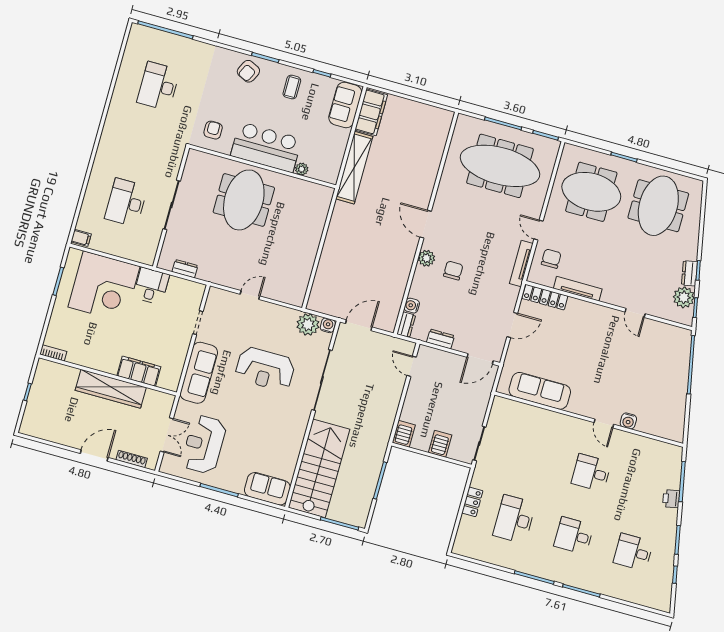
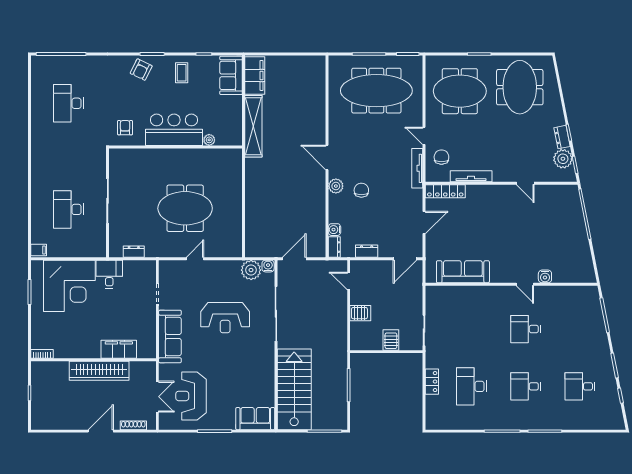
meeting table: (244, 200) -> (185, 208), moved, turned 90
server rack: (404, 434) -> (360, 313), moved, turned 90
printer: (671, 499) -> (600, 332), removed

